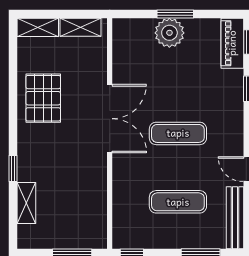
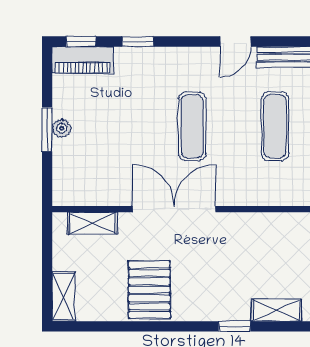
shelving: (80, 27) -> (93, 223), moved, turned 90
plant: (169, 33) -> (62, 128), width x0.53, depth x0.53
pallet: (43, 98) -> (149, 290), turned 90

